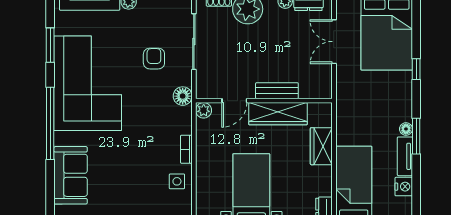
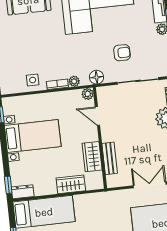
bench: (277, 91) -> (110, 158), moved
wardrobe: (278, 114) -> (92, 157), width x0.67
plant: (185, 126) -> (74, 81), added

